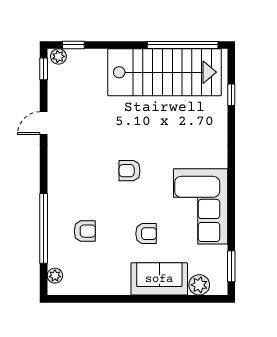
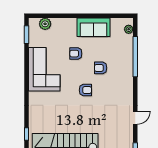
armchair: (85, 231) -> (101, 68), moved
sofa: (159, 279) -> (94, 27), moved

